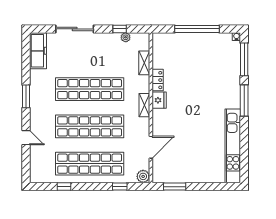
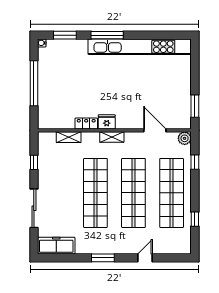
plant: (126, 37) -> (43, 156), removed
window: (244, 59) -> (65, 35), width x0.69
kitchen unit: (233, 146) -> (140, 47), width x1.36

